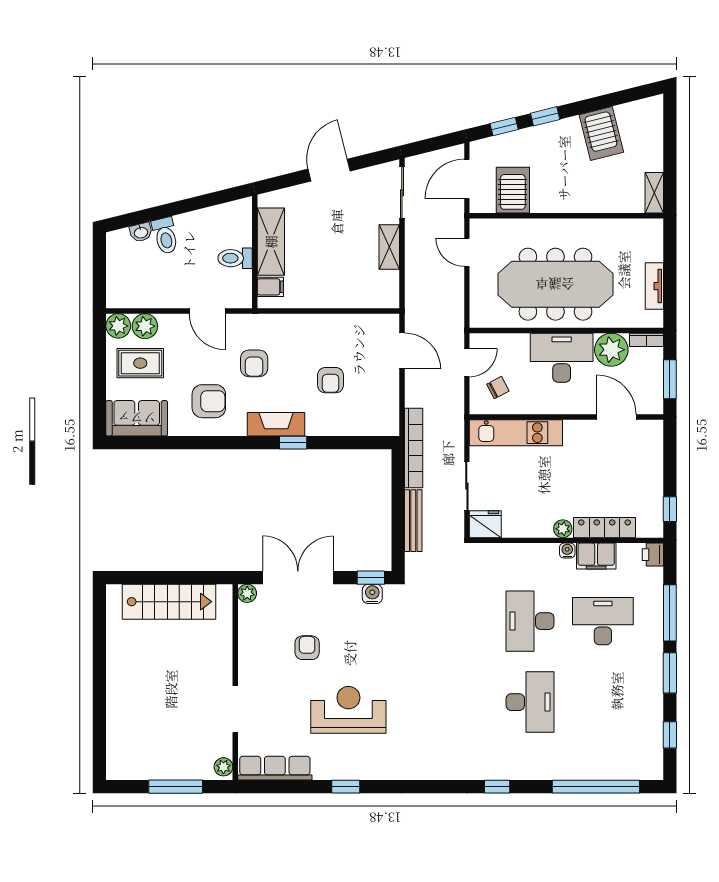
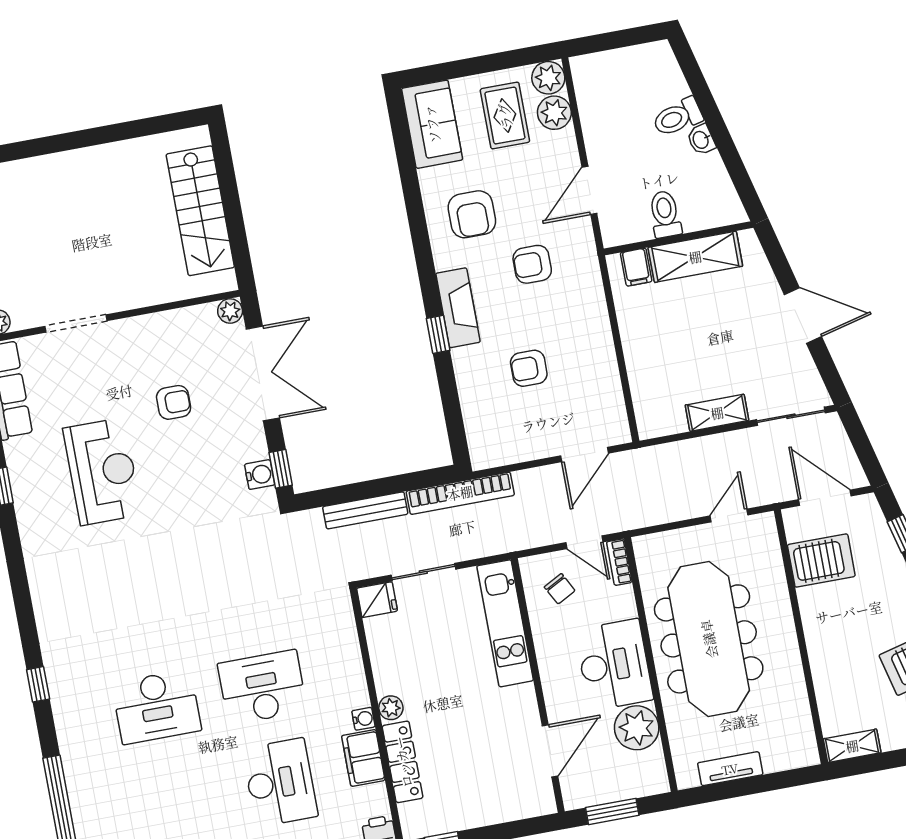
washbasin: (141, 232) -> (701, 140), moved
bookcase: (647, 340) -> (619, 562), moved
fridge: (485, 524) -> (377, 600), width x0.72

